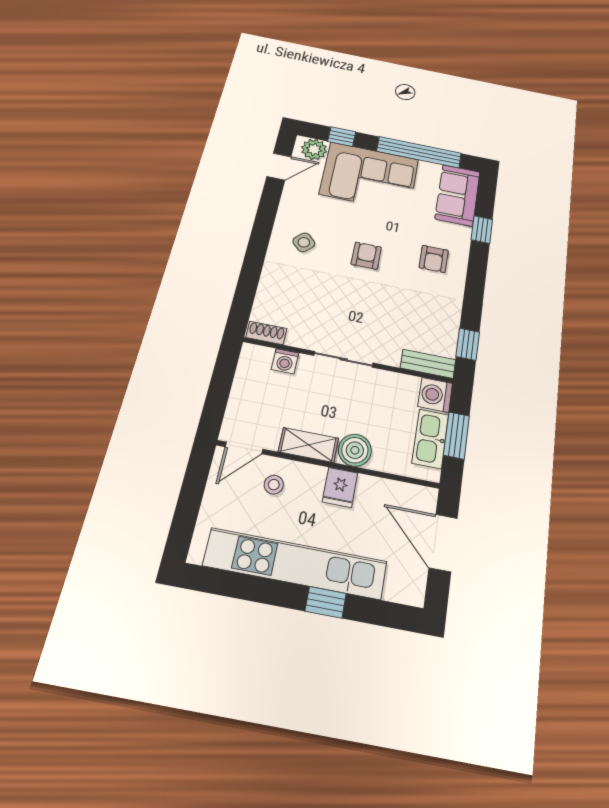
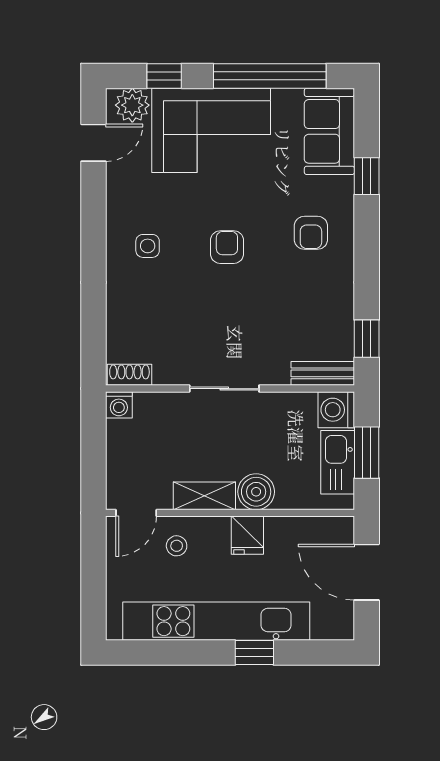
side table: (304, 242) -> (148, 246), turned 45
washing machine: (285, 361) -> (119, 405), moved

